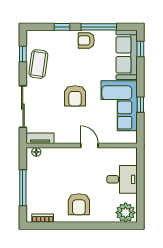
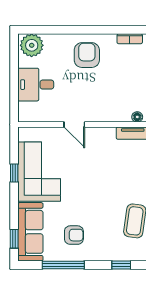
window: (62, 27) -> (121, 265), moved
armchair: (86, 40) -> (74, 235), moved
armchair: (75, 96) -> (91, 183), removed

